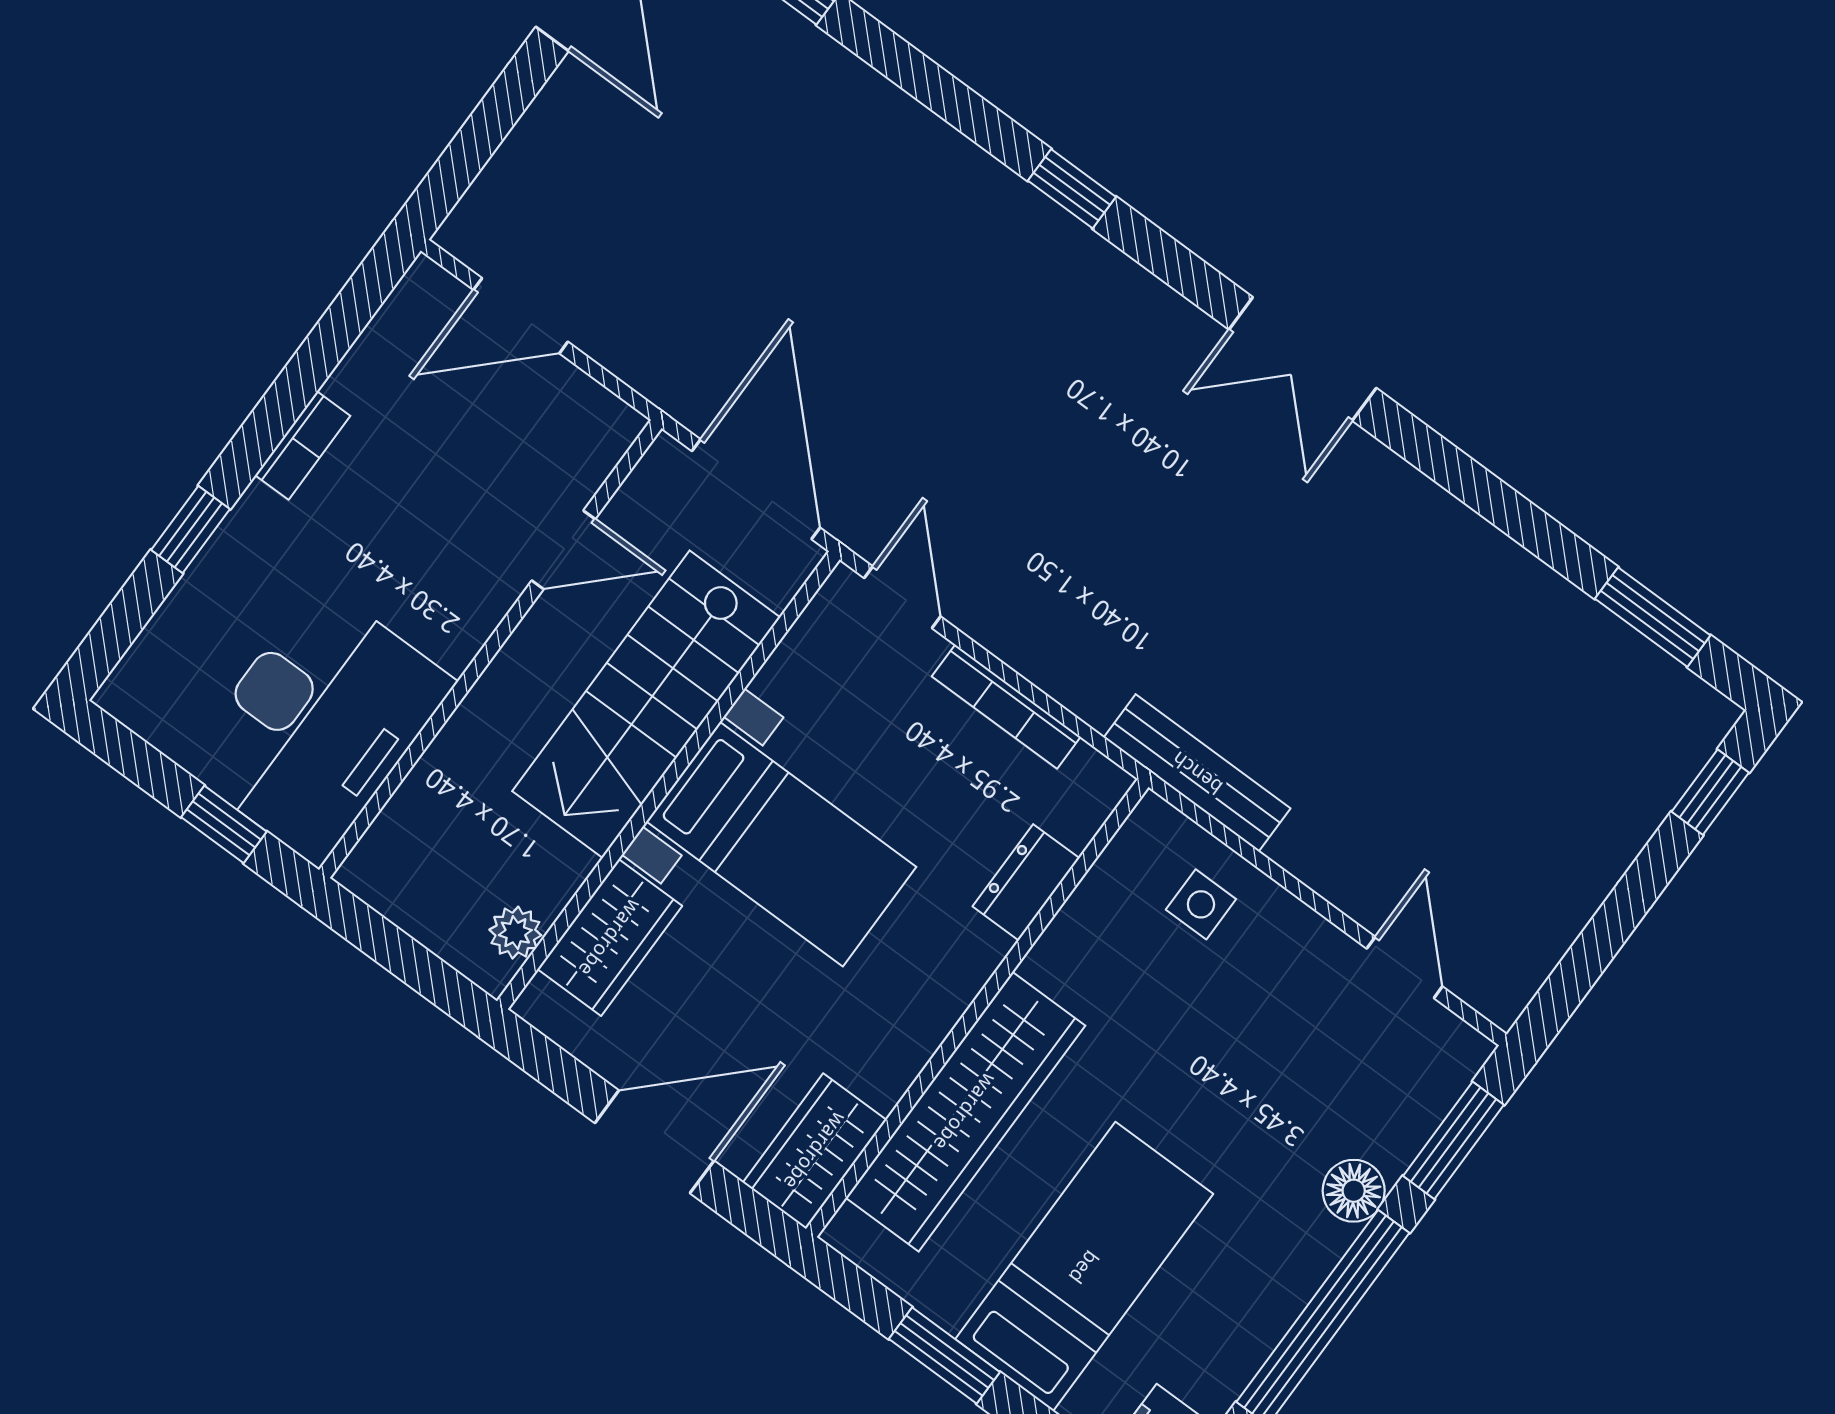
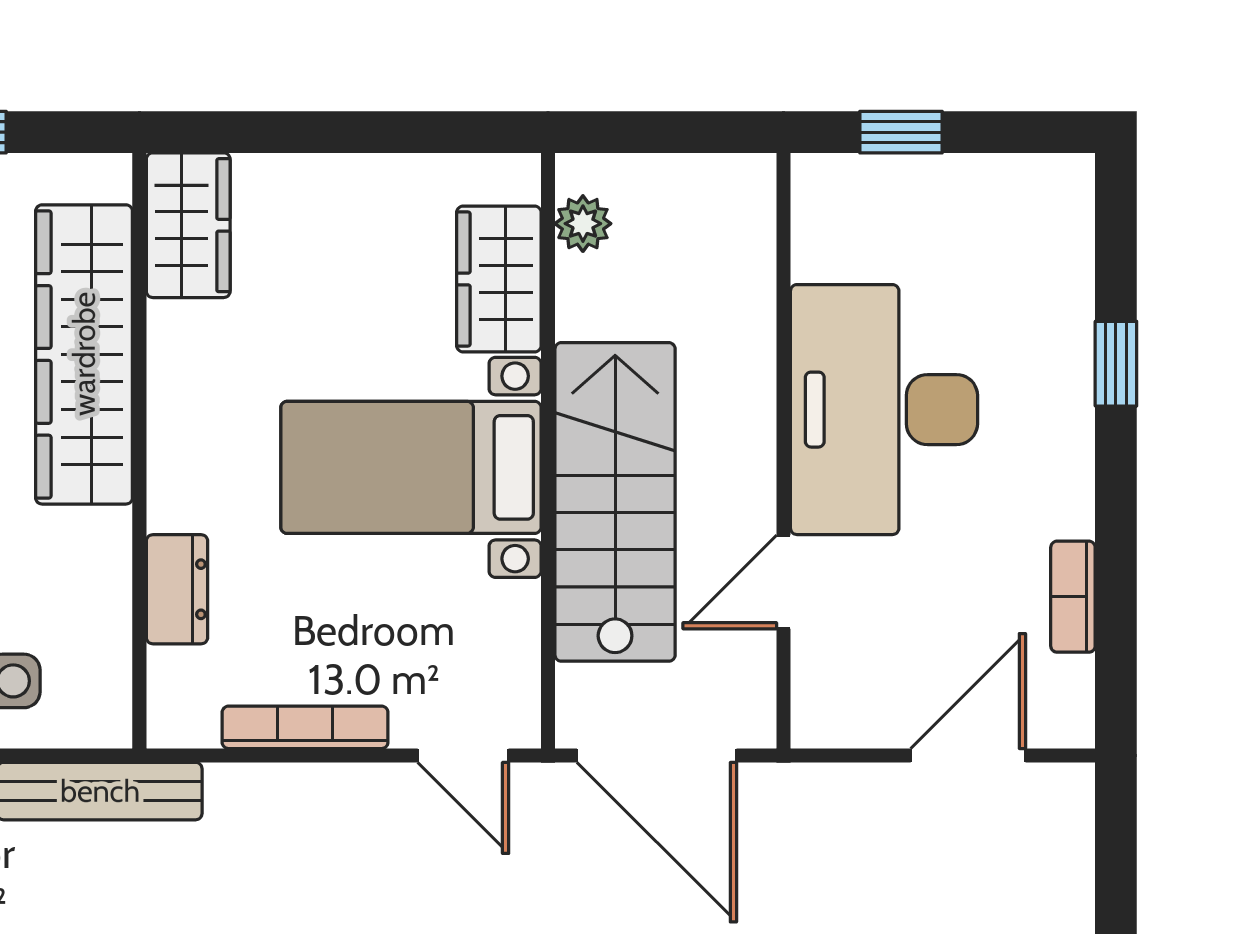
bookcase: (303, 445) -> (1073, 597), moved
desk: (318, 724) -> (884, 410), moved
door: (654, 1142) -> (332, 132), removed

